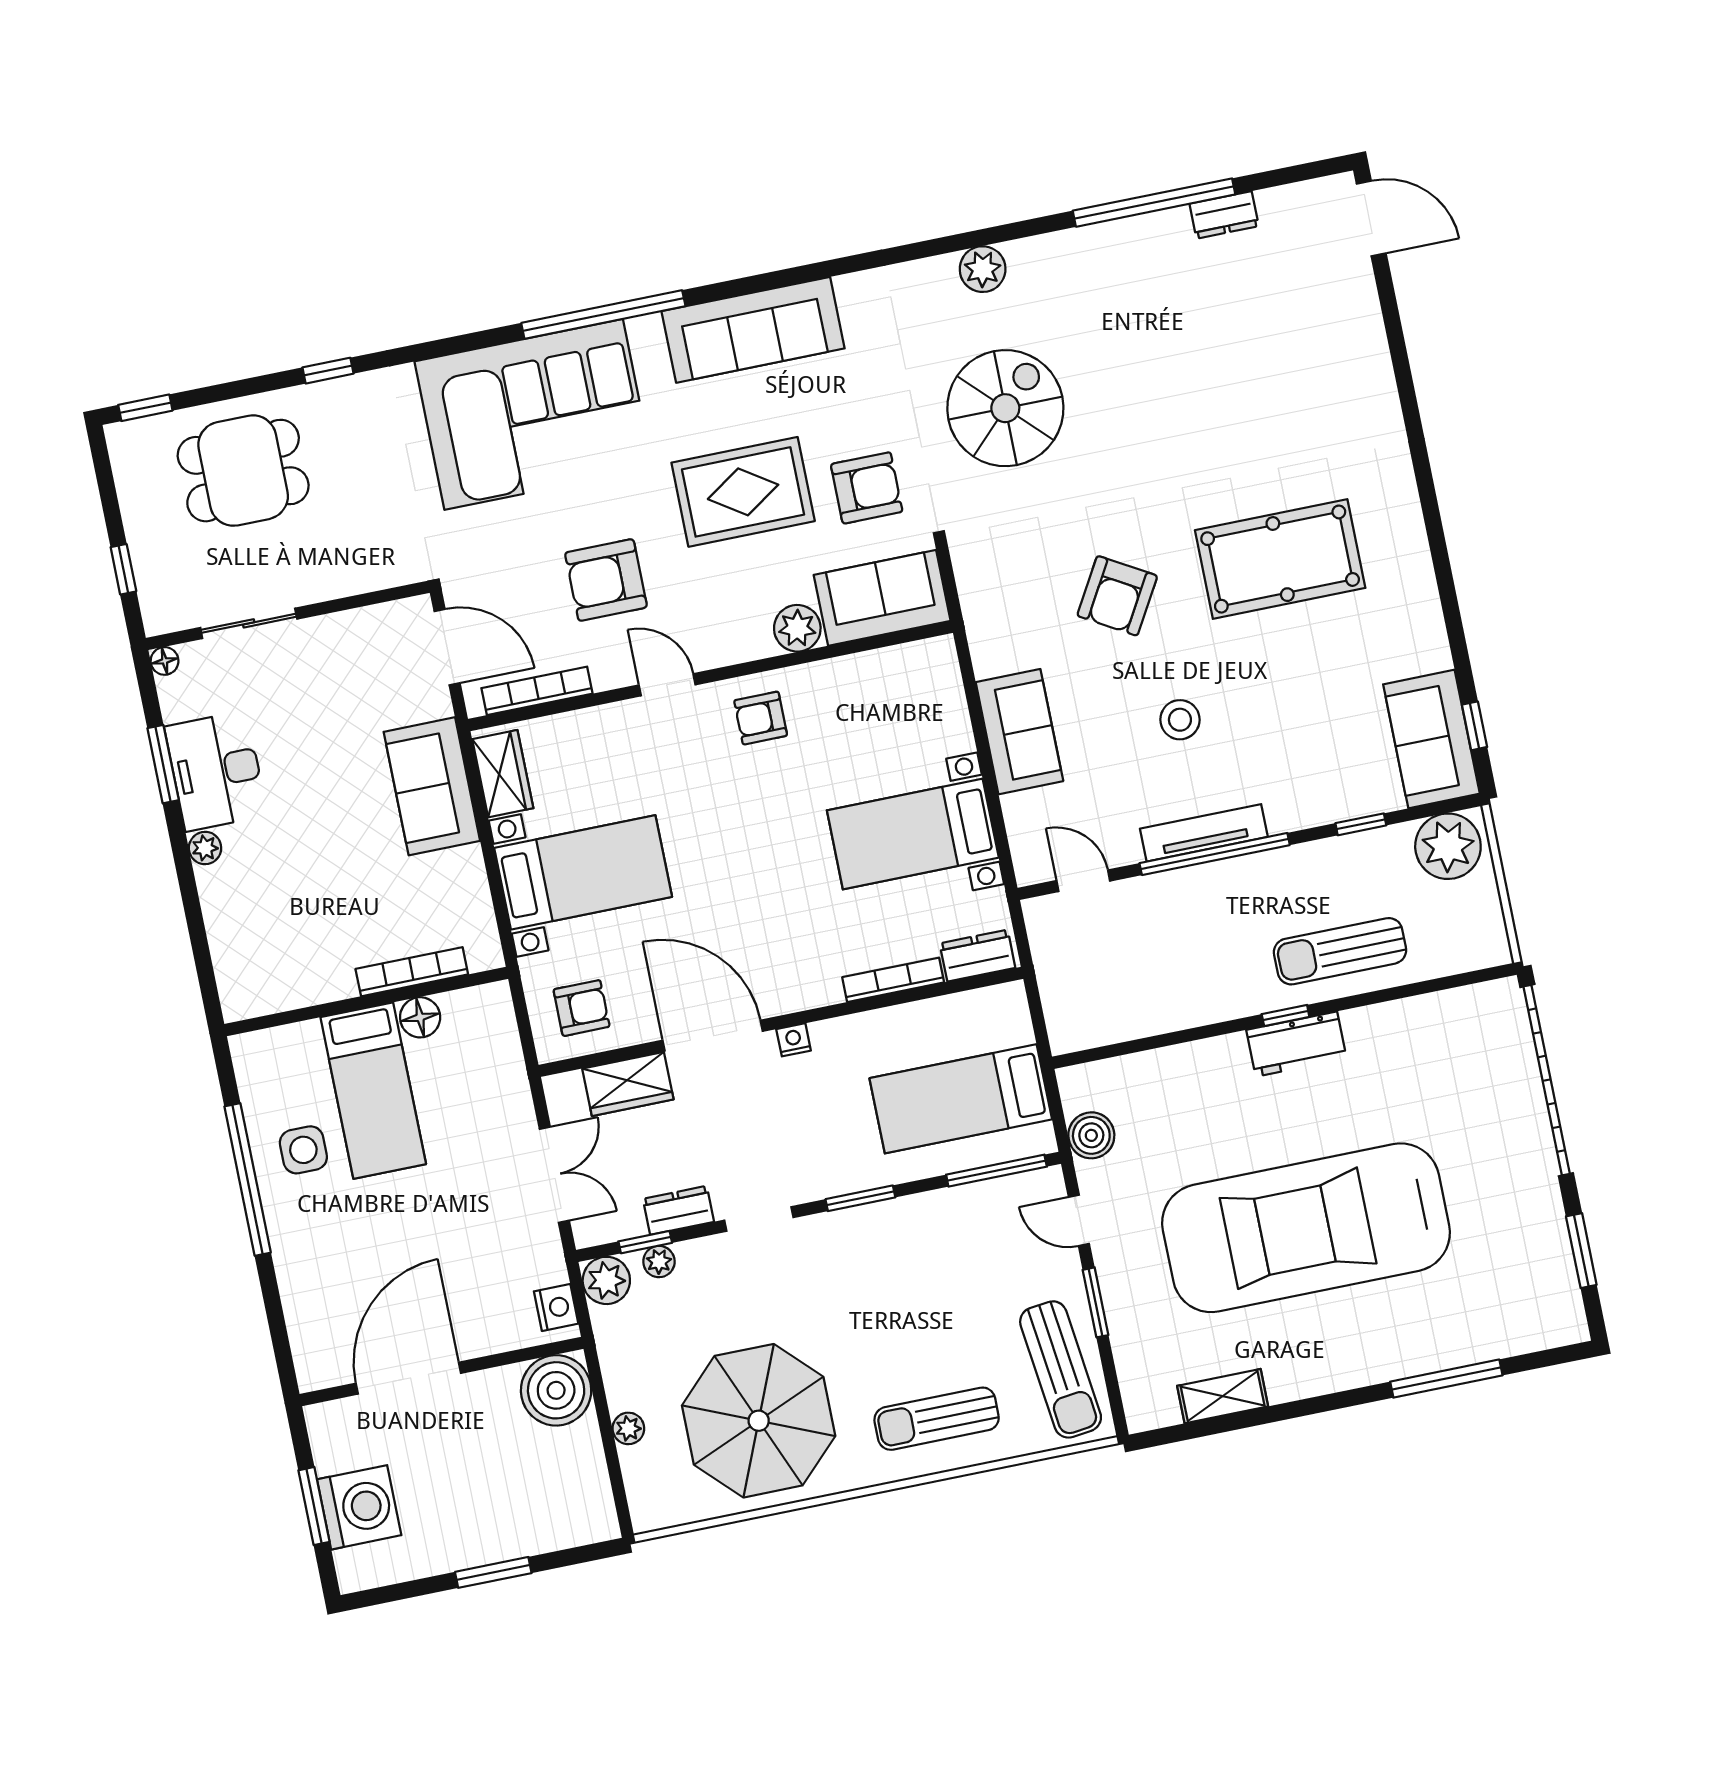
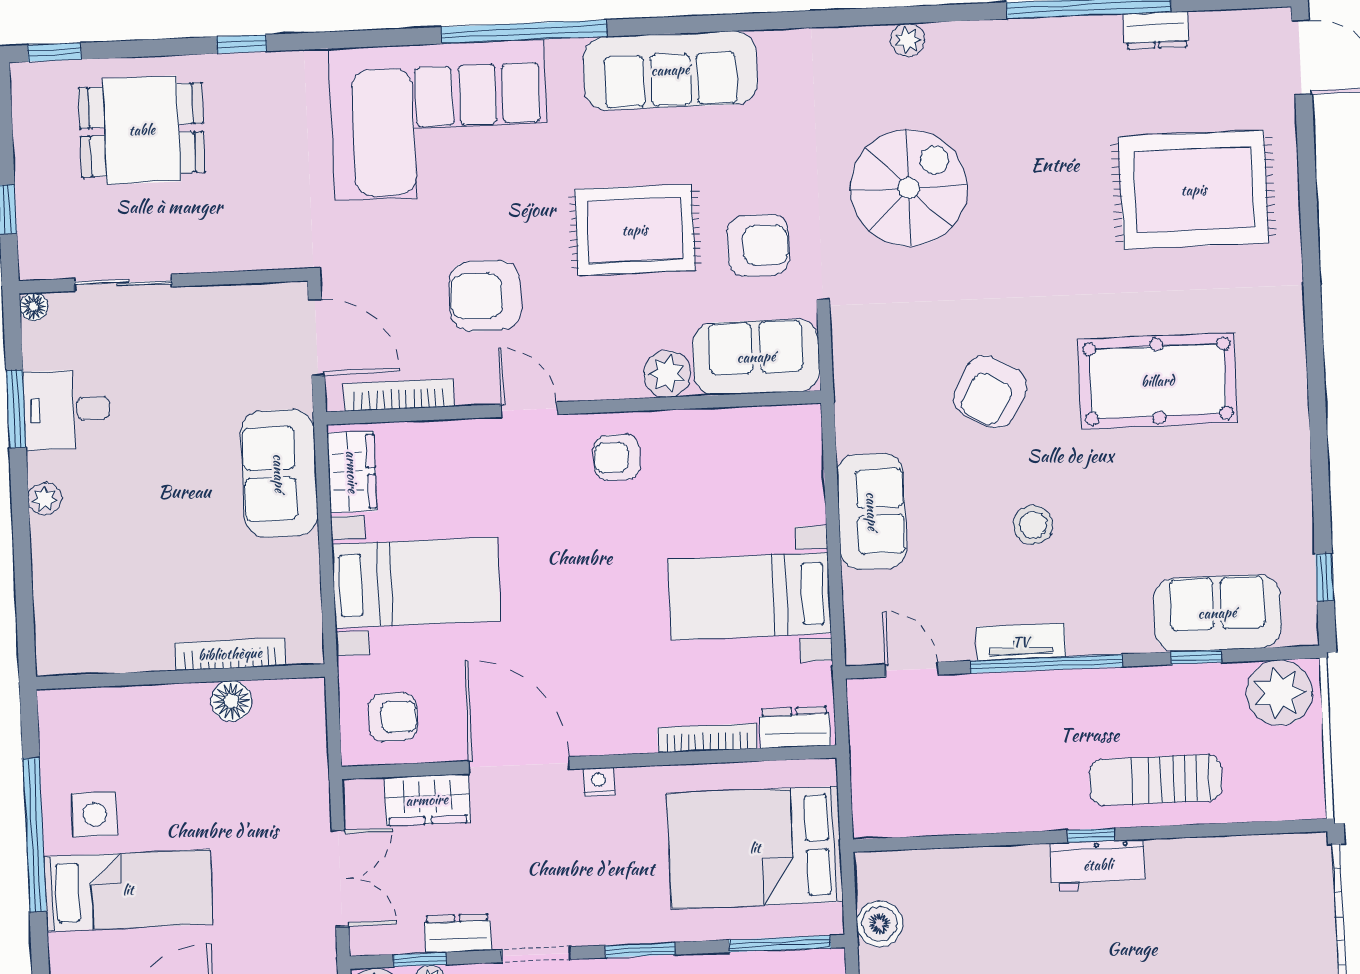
plant: (983, 269) -> (908, 40), width x0.73, depth x0.73
rug: (1286, 365) -> (1194, 190), added
sofa: (1431, 739) -> (1217, 613), moved, turned 90
desk: (216, 771) -> (67, 409), width x0.73
tv unit: (1204, 833) -> (1021, 642), width x0.71
bed: (373, 1091) -> (128, 890), moved, turned -90
bed: (961, 1099) -> (755, 848), width x1.50

